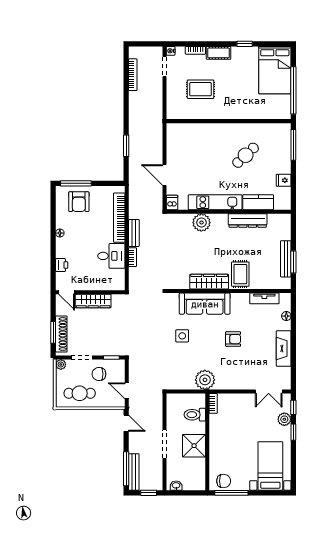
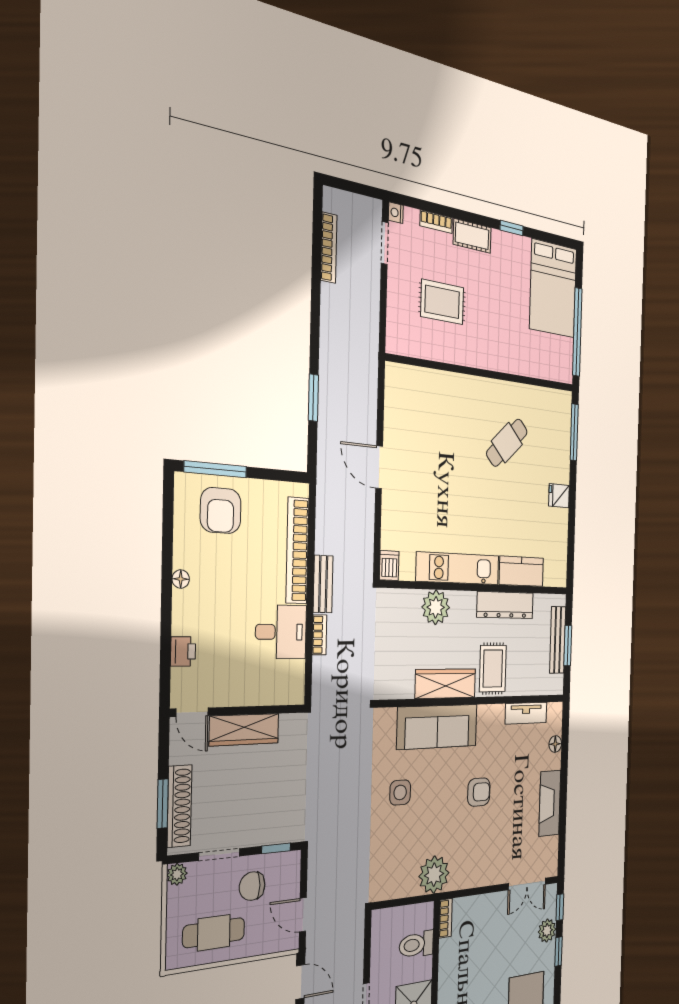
kitchen unit: (215, 202) -> (458, 568), moved
kitchen counter: (258, 202) -> (521, 571), moved
dishwasher: (172, 203) -> (389, 566), moved
wall: (229, 212) -> (478, 588), moved
dresser: (248, 220) -> (505, 605), moved
plant: (201, 223) -> (436, 607), moved

